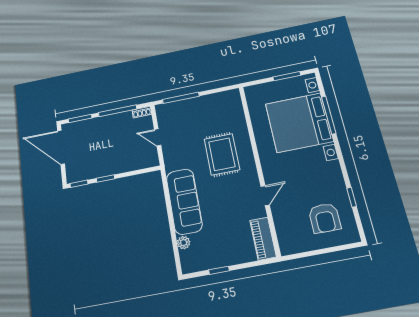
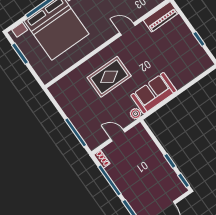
door: (158, 137) -> (118, 135), swing flipped
sofa: (184, 201) -> (154, 93), width x0.73
plant: (184, 243) -> (136, 114), moved

